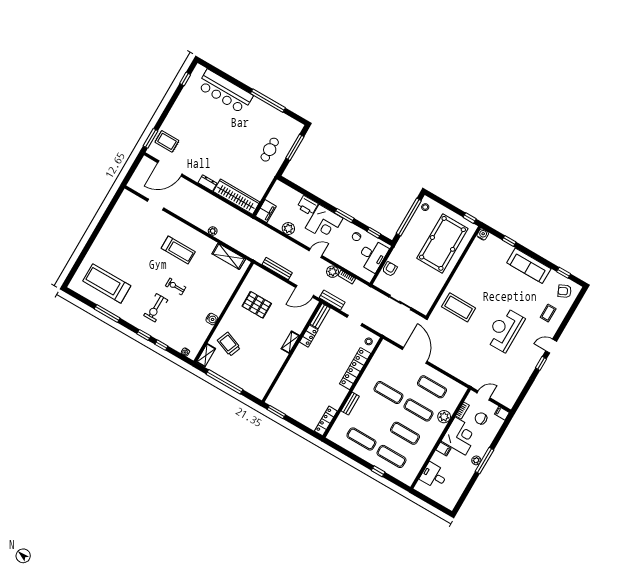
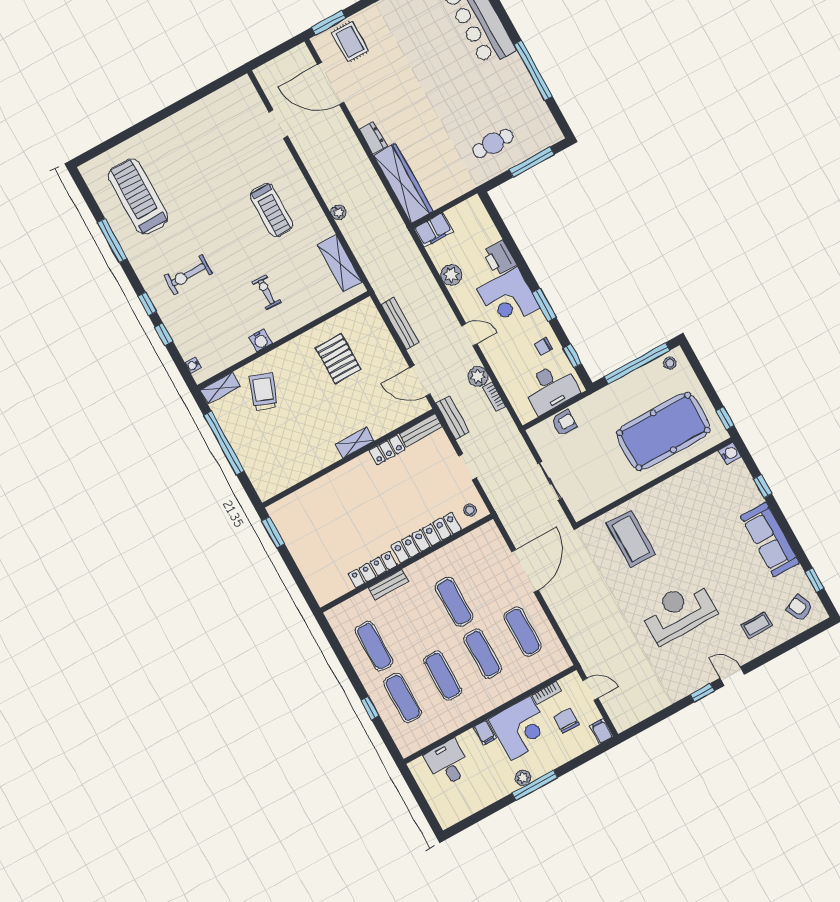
exercise bike: (176, 287) -> (266, 292), moved
plant: (444, 417) -> (514, 686), removed
locker: (326, 421) -> (373, 569), moved

